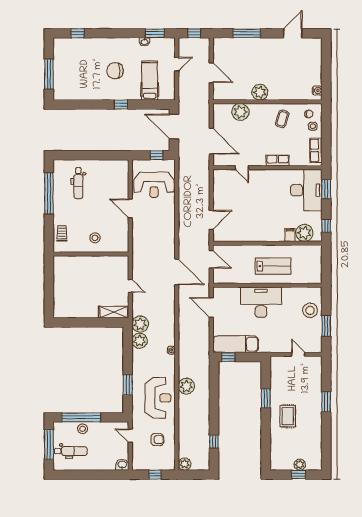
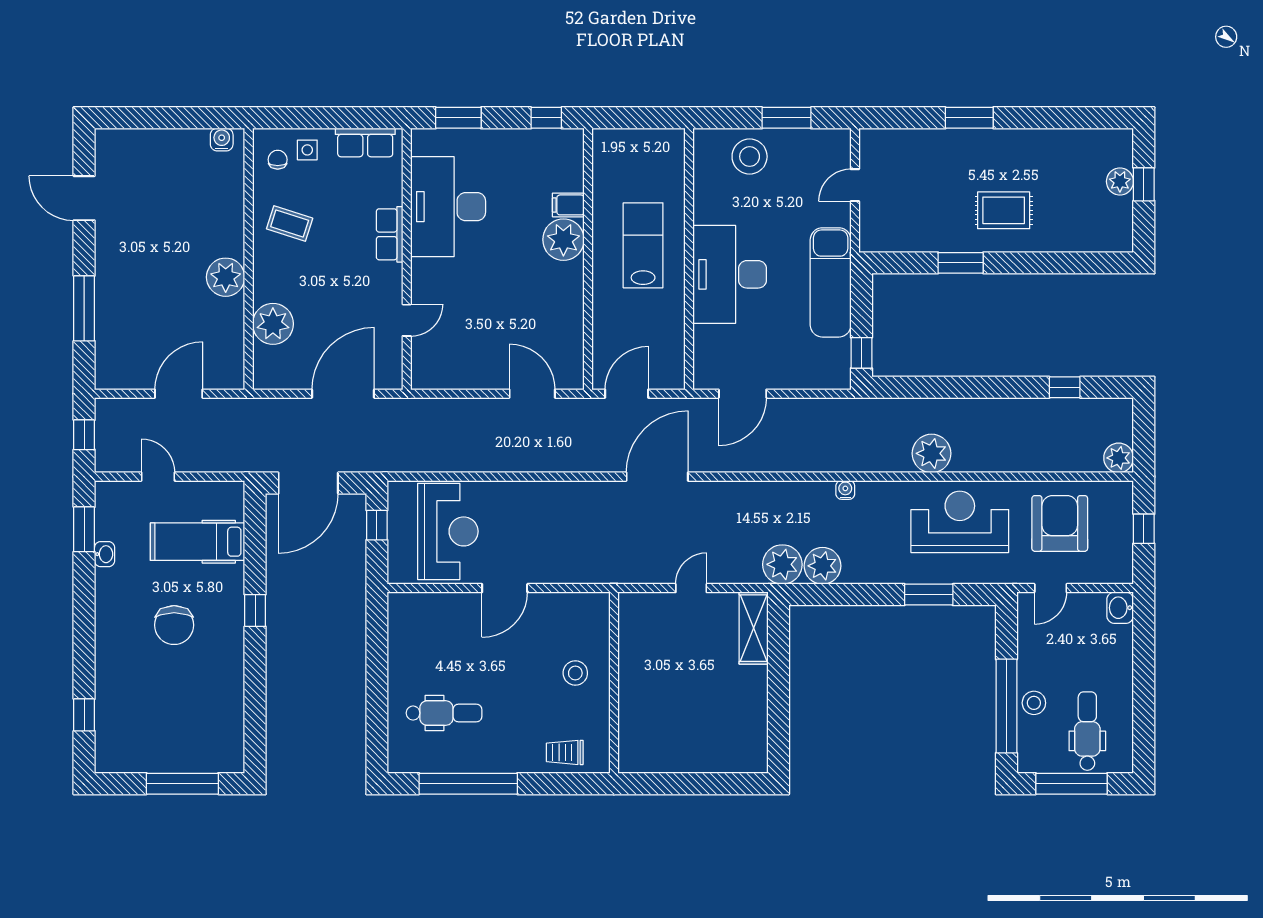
desk: (306, 190) -> (448, 207), moved, turned -90
plant: (304, 233) -> (563, 240), moved
exam couch: (236, 344) -> (831, 282), moved
armchair: (157, 440) -> (1060, 523), width x1.88, depth x1.88

